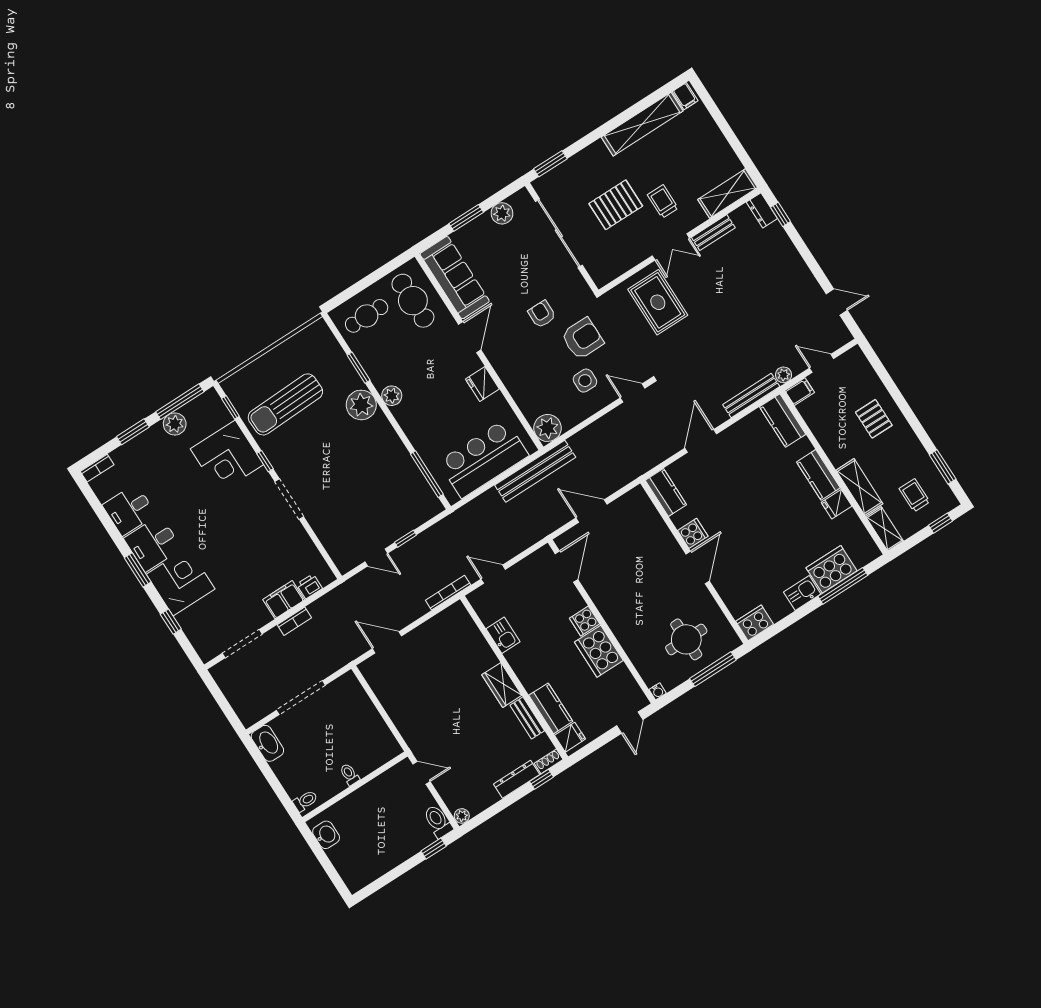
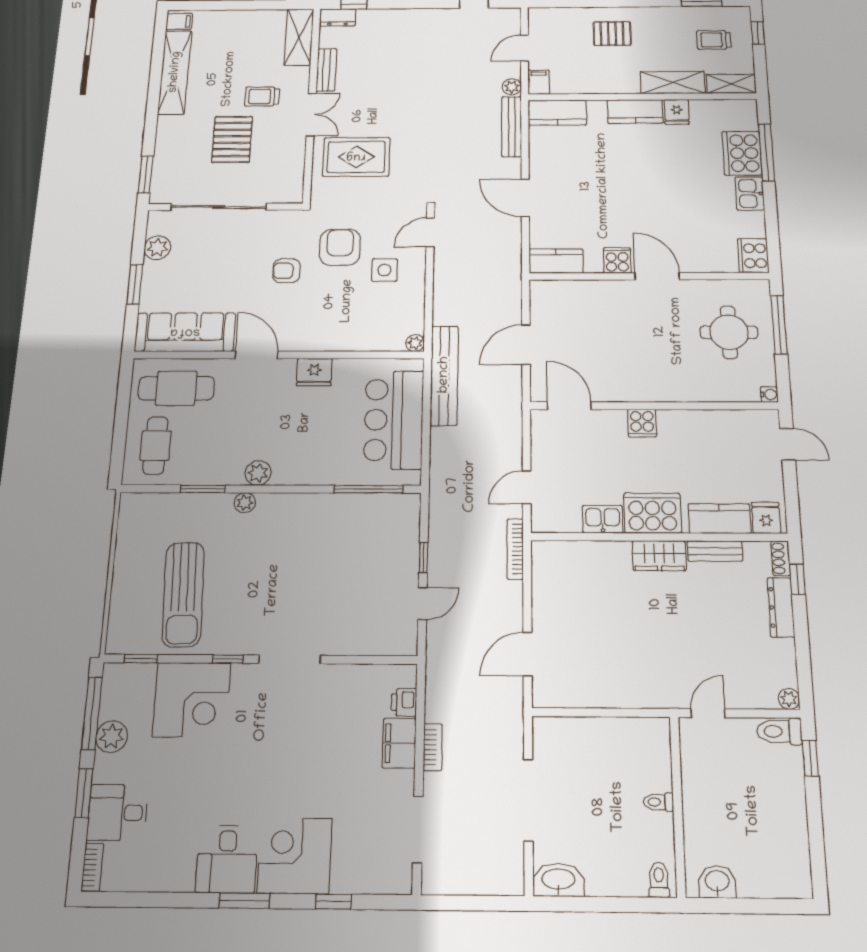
plant: (361, 405) -> (245, 503), width x0.53, depth x0.53
plant: (548, 428) -> (415, 343), width x0.53, depth x0.53
desk: (129, 510) -> (118, 813), moved, turned 90
cooker: (599, 651) -> (653, 513), moved, turned 180

